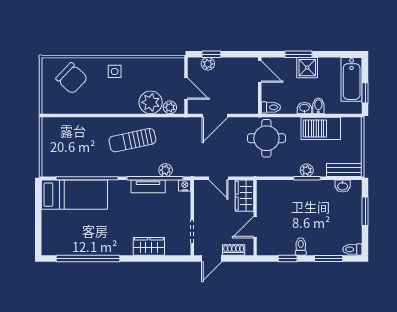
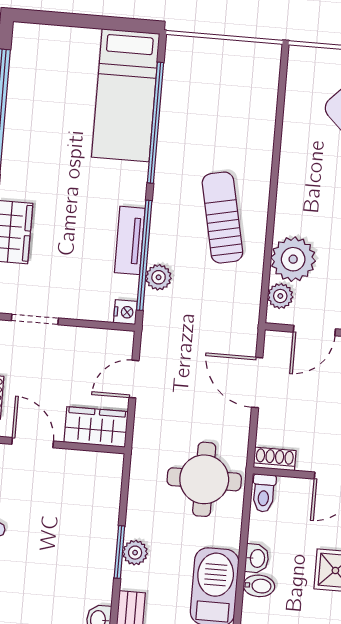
shoe rack: (253, 103) -> (275, 459), added

